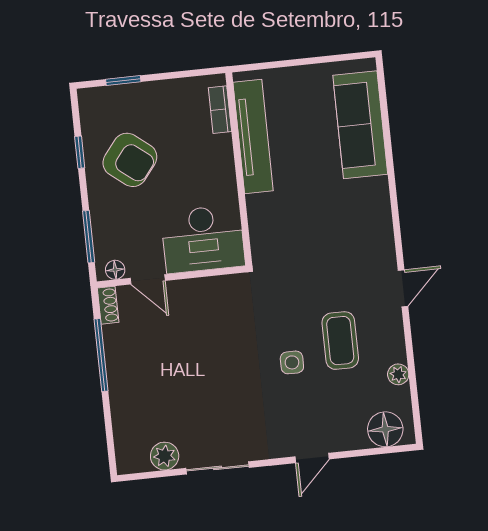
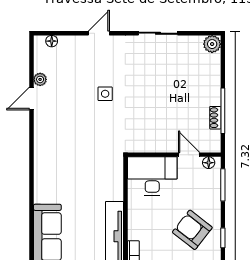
door: (403, 288) -> (31, 98), moved
shoe rack: (108, 305) -> (215, 118), moved
coffee table: (340, 341) -> (74, 104), removed
floor lamp: (385, 429) -> (52, 41), width x0.53, depth x0.53
plant: (165, 456) -> (212, 44), moved

